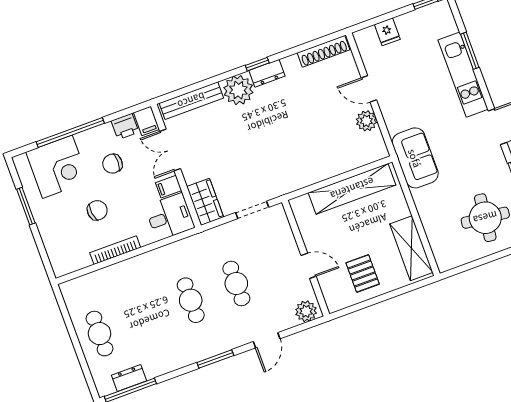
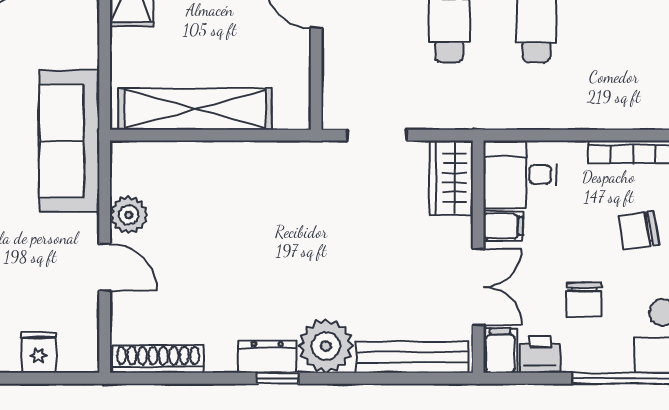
sofa: (415, 158) -> (69, 141), width x1.36
chair: (112, 164) -> (584, 300), turned 90

